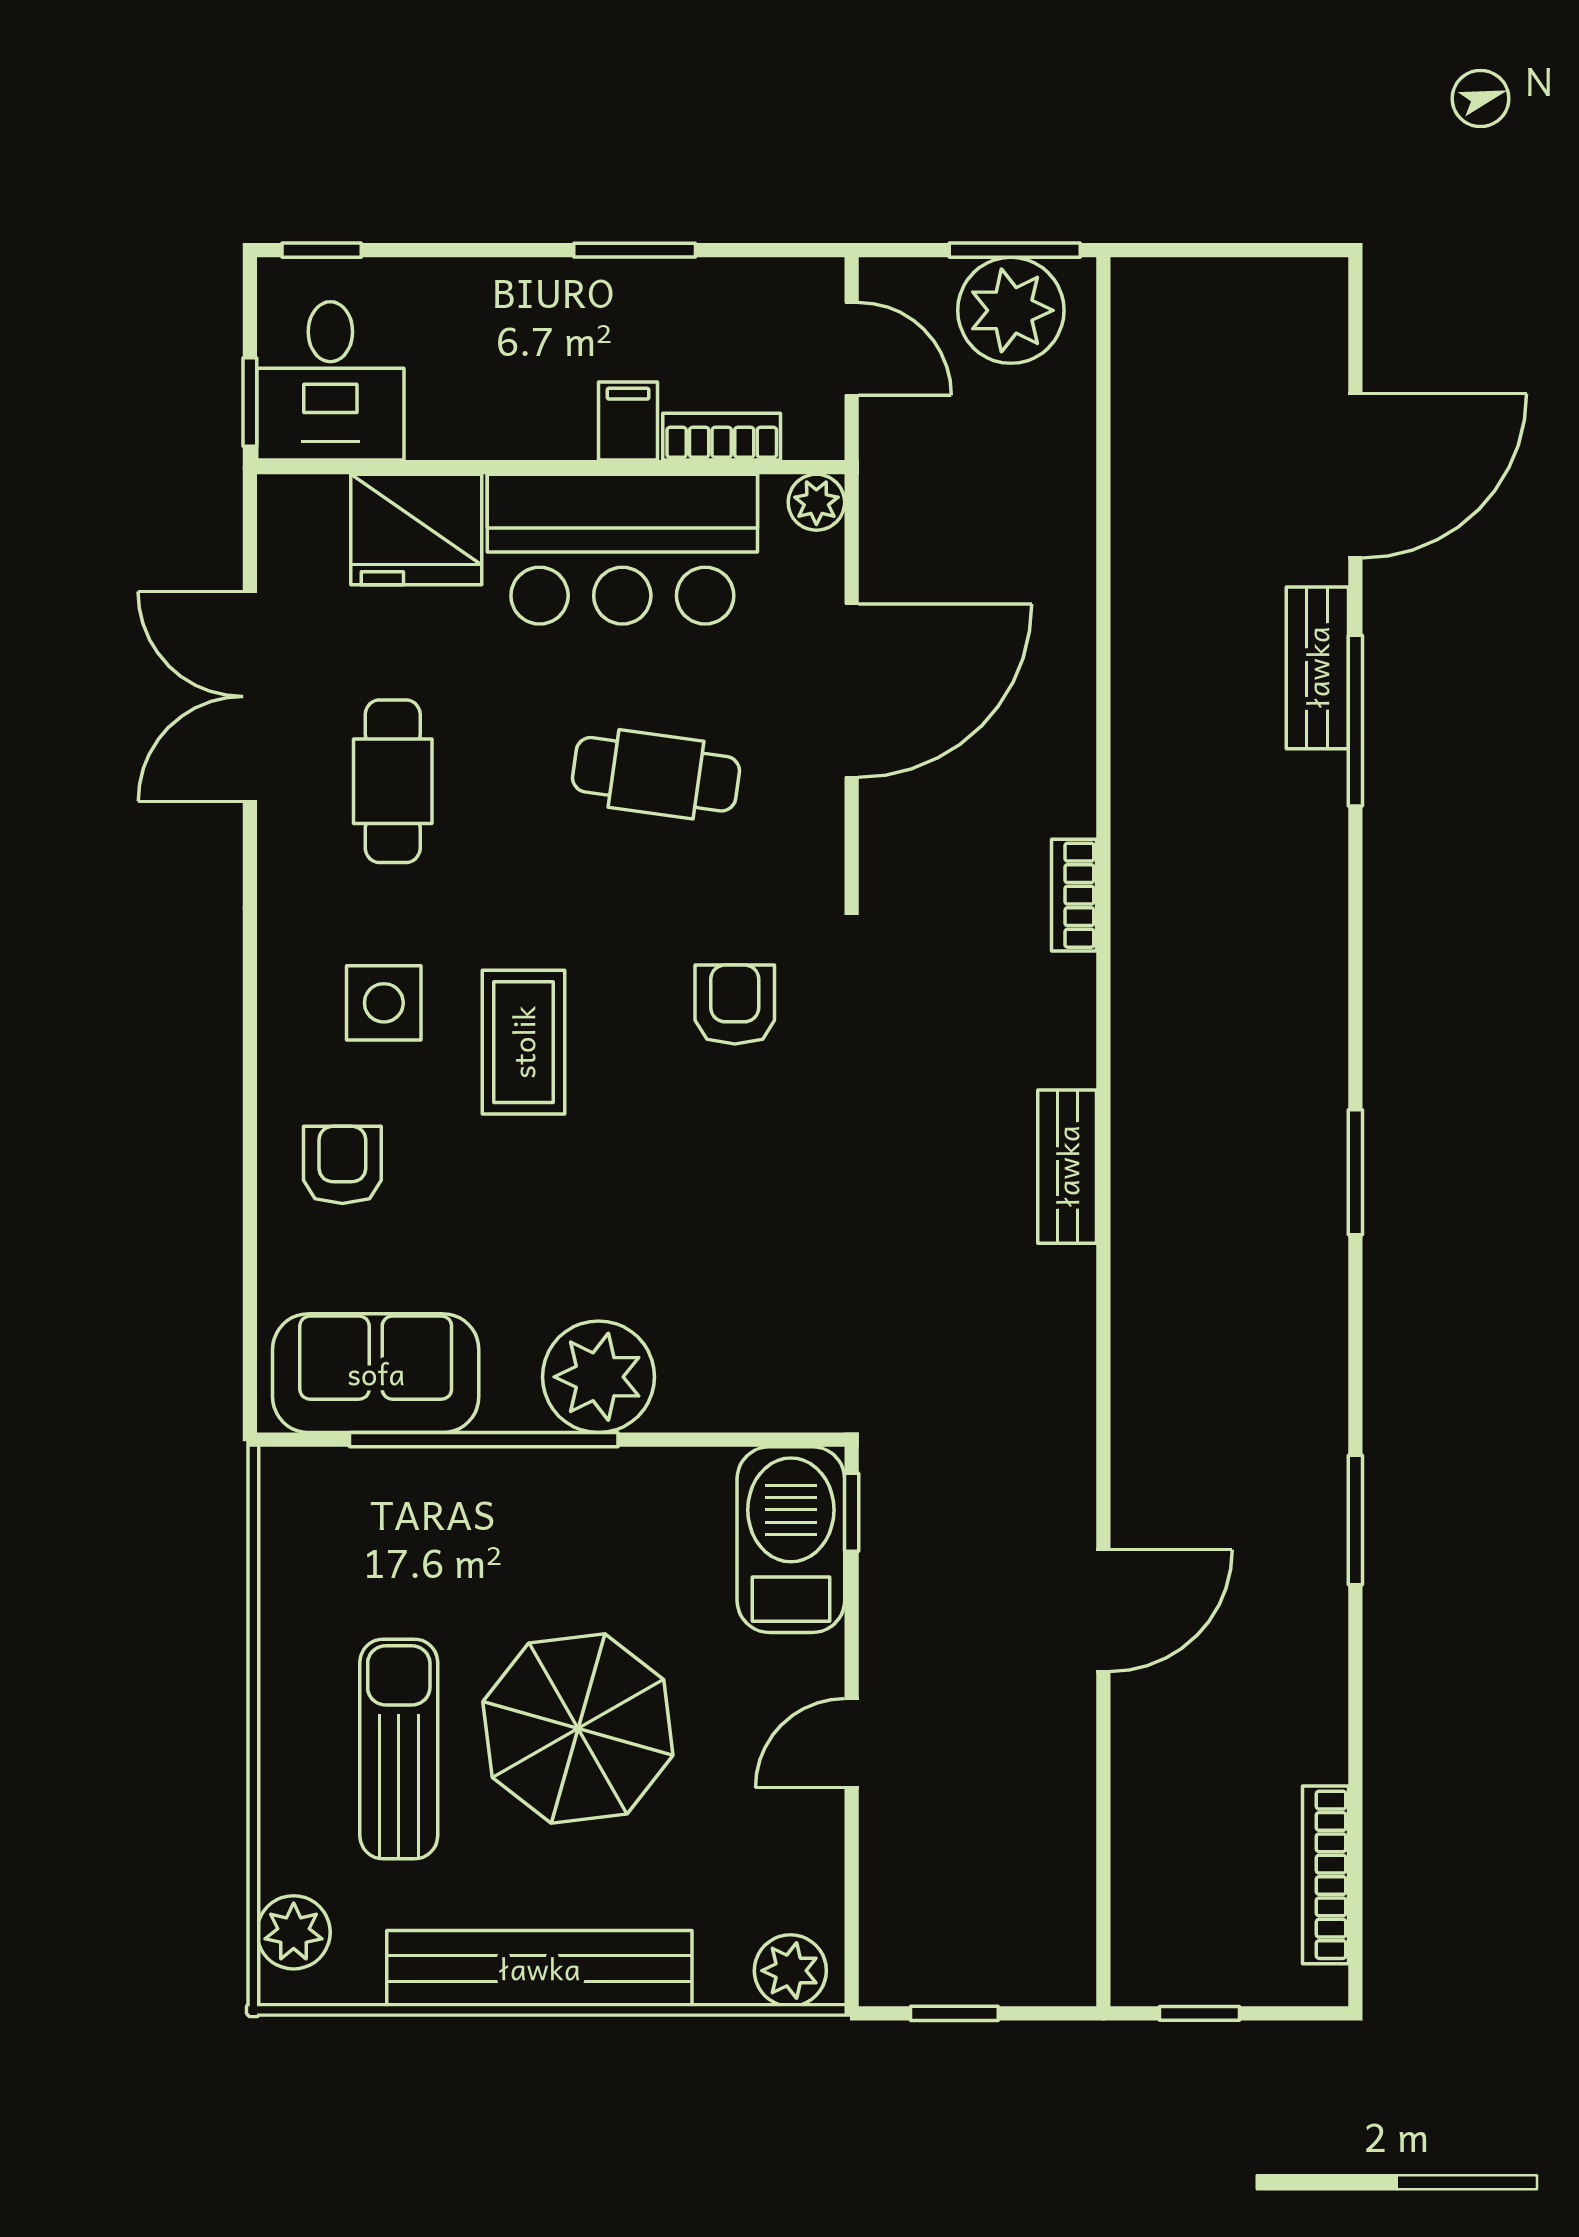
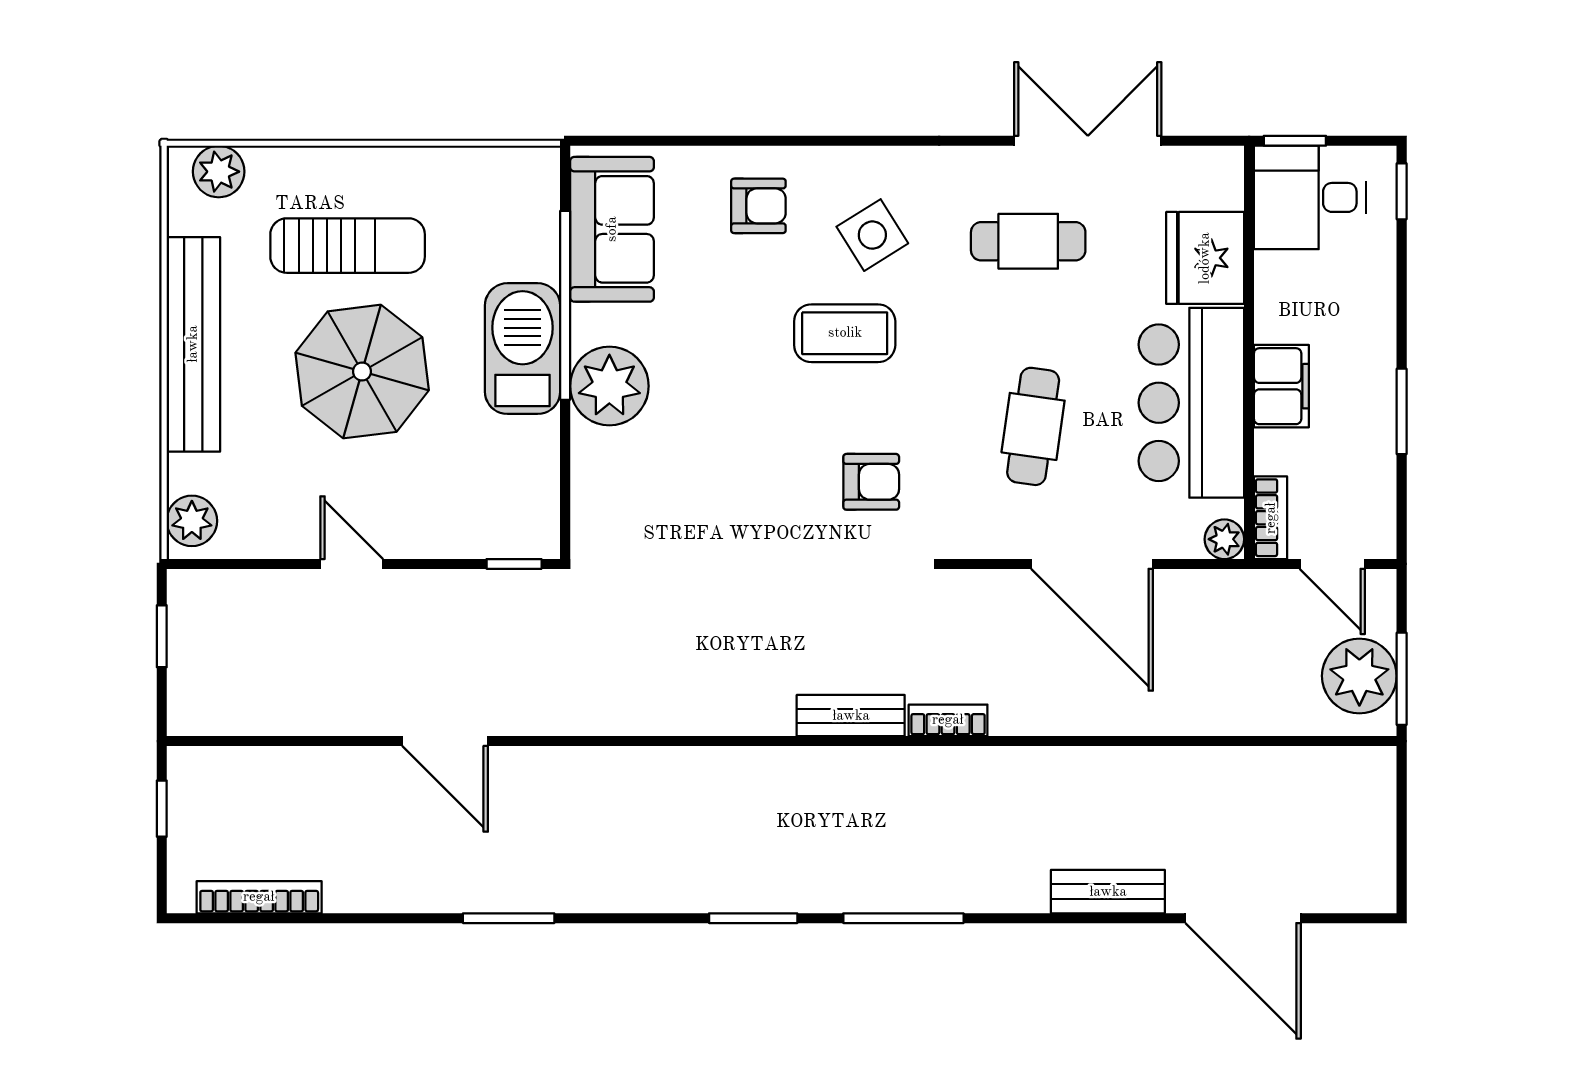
door: (852, 349) -> (1332, 564), hinge flipped
filing cabinet: (628, 421) -> (1281, 386), width x2.00
bookcase: (722, 437) -> (1271, 518), moved
window: (1355, 721) -> (903, 918), moved
side table: (384, 1003) -> (872, 235), turned -32
bench: (1067, 1167) -> (851, 716), moved
barbecue: (791, 1540) -> (523, 349), moved, turned -90

